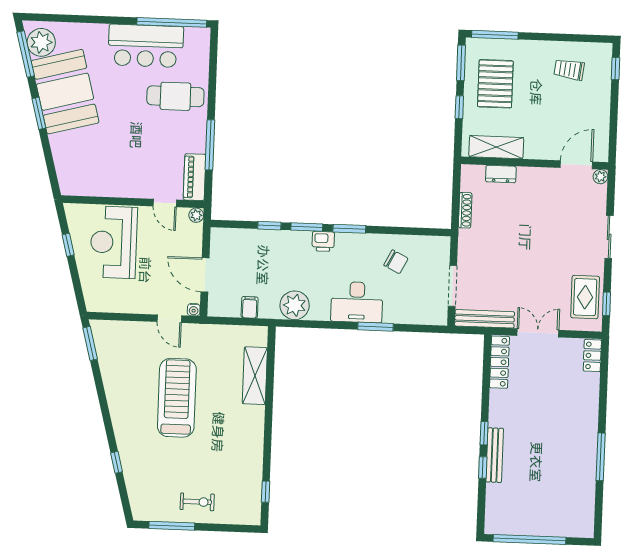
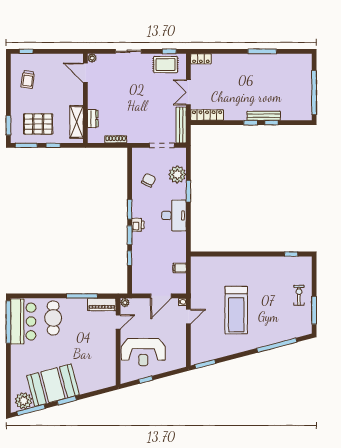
window: (495, 35) -> (8, 125), width x0.69
bar counter: (146, 46) -> (23, 321), moved
desk: (357, 302) -> (174, 215), moved
plant: (295, 305) -> (177, 174), moved
shelving: (255, 376) -> (221, 263), removed
treadmill: (177, 398) -> (236, 310), turned -90
window: (117, 462) -> (277, 345), width x3.17

